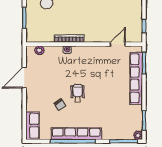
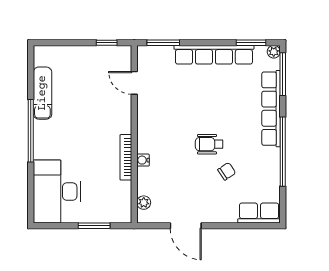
row of seats: (136, 78) -> (214, 55), moved
row of seats: (76, 134) -> (271, 109), moved

